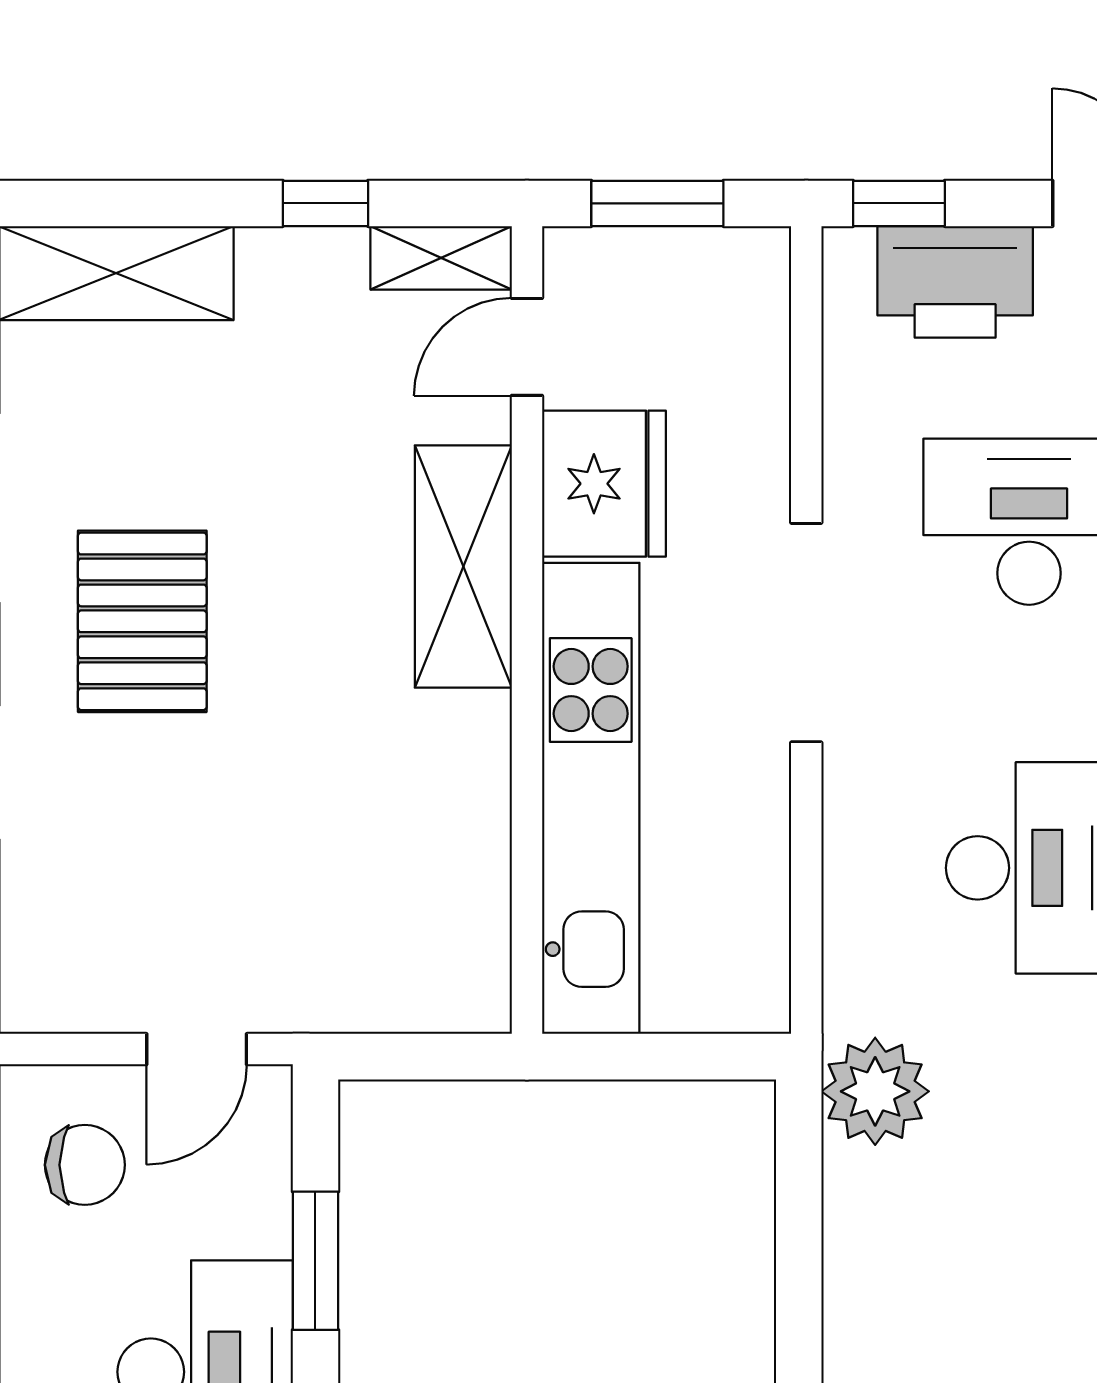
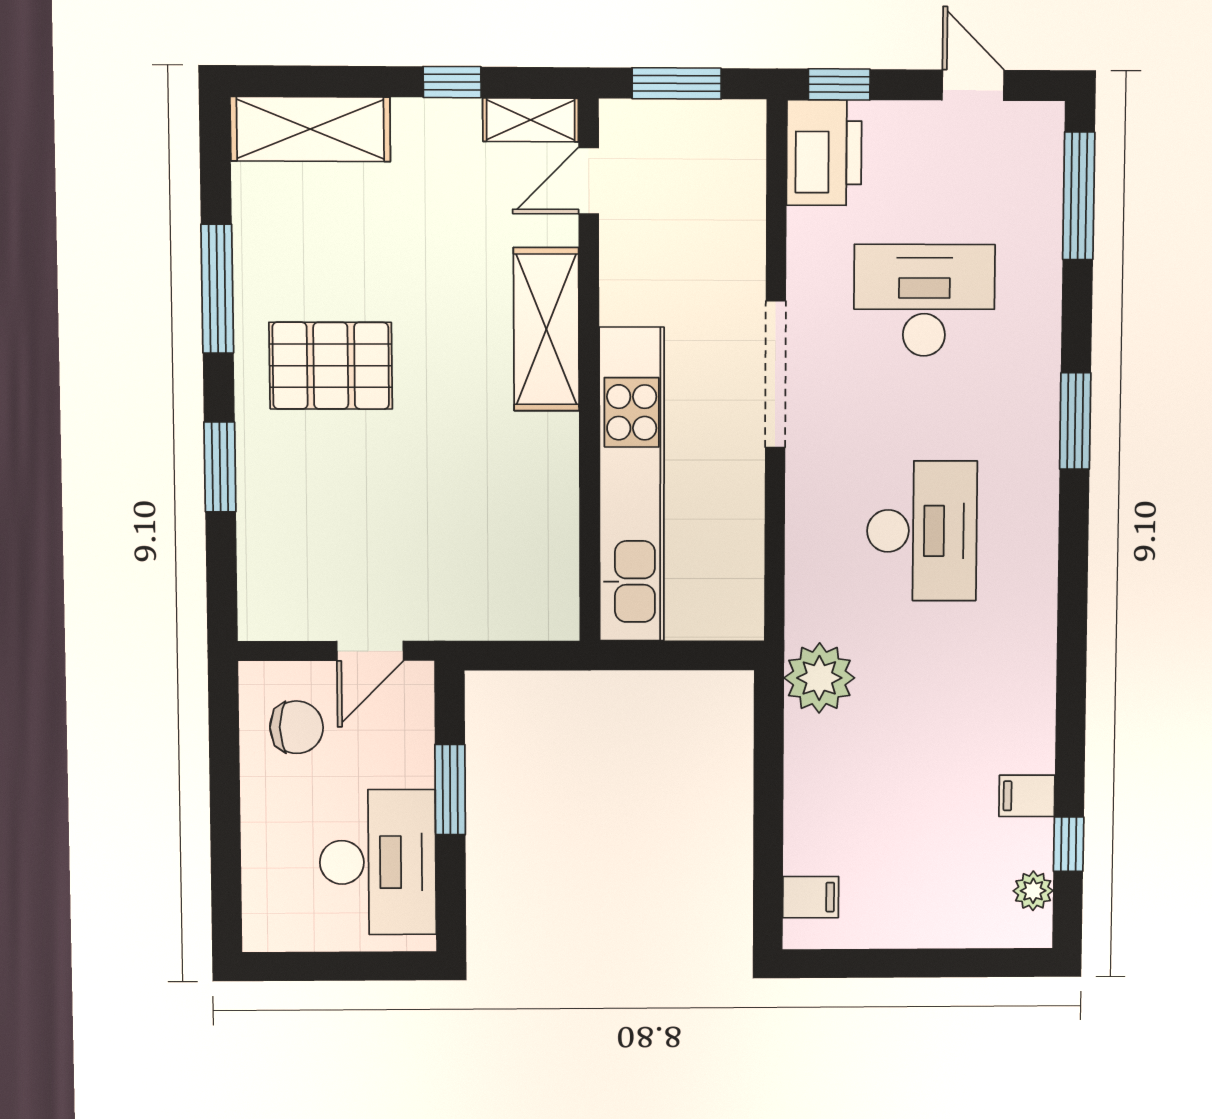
printer: (955, 282) -> (824, 153), moved, turned -90
fridge: (604, 484) -> (641, 274), removed
pallet: (142, 621) -> (331, 366), turned 90

